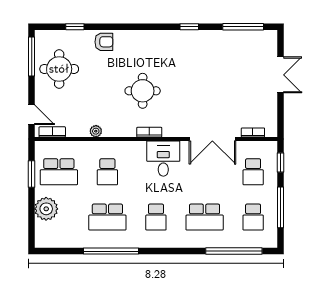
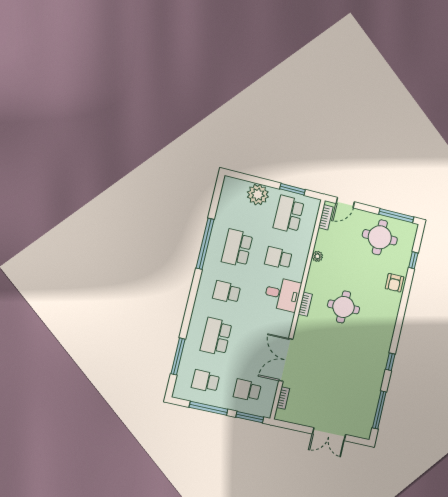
desk: (163, 159) -> (283, 294), moved
window: (280, 163) -> (250, 417), width x1.50
window: (234, 251) -> (178, 356), width x0.68

